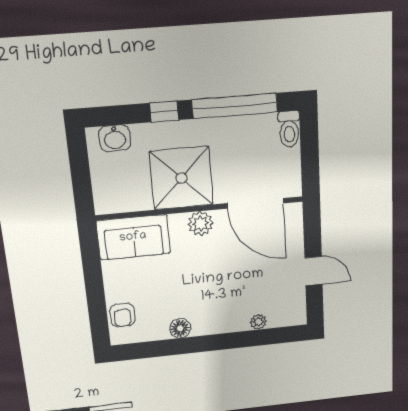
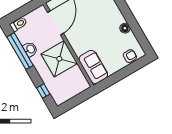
window: (164, 111) -> (43, 91), moved
washbasin: (115, 138) -> (30, 49), moved
plant: (201, 224) -> (75, 42), removed

